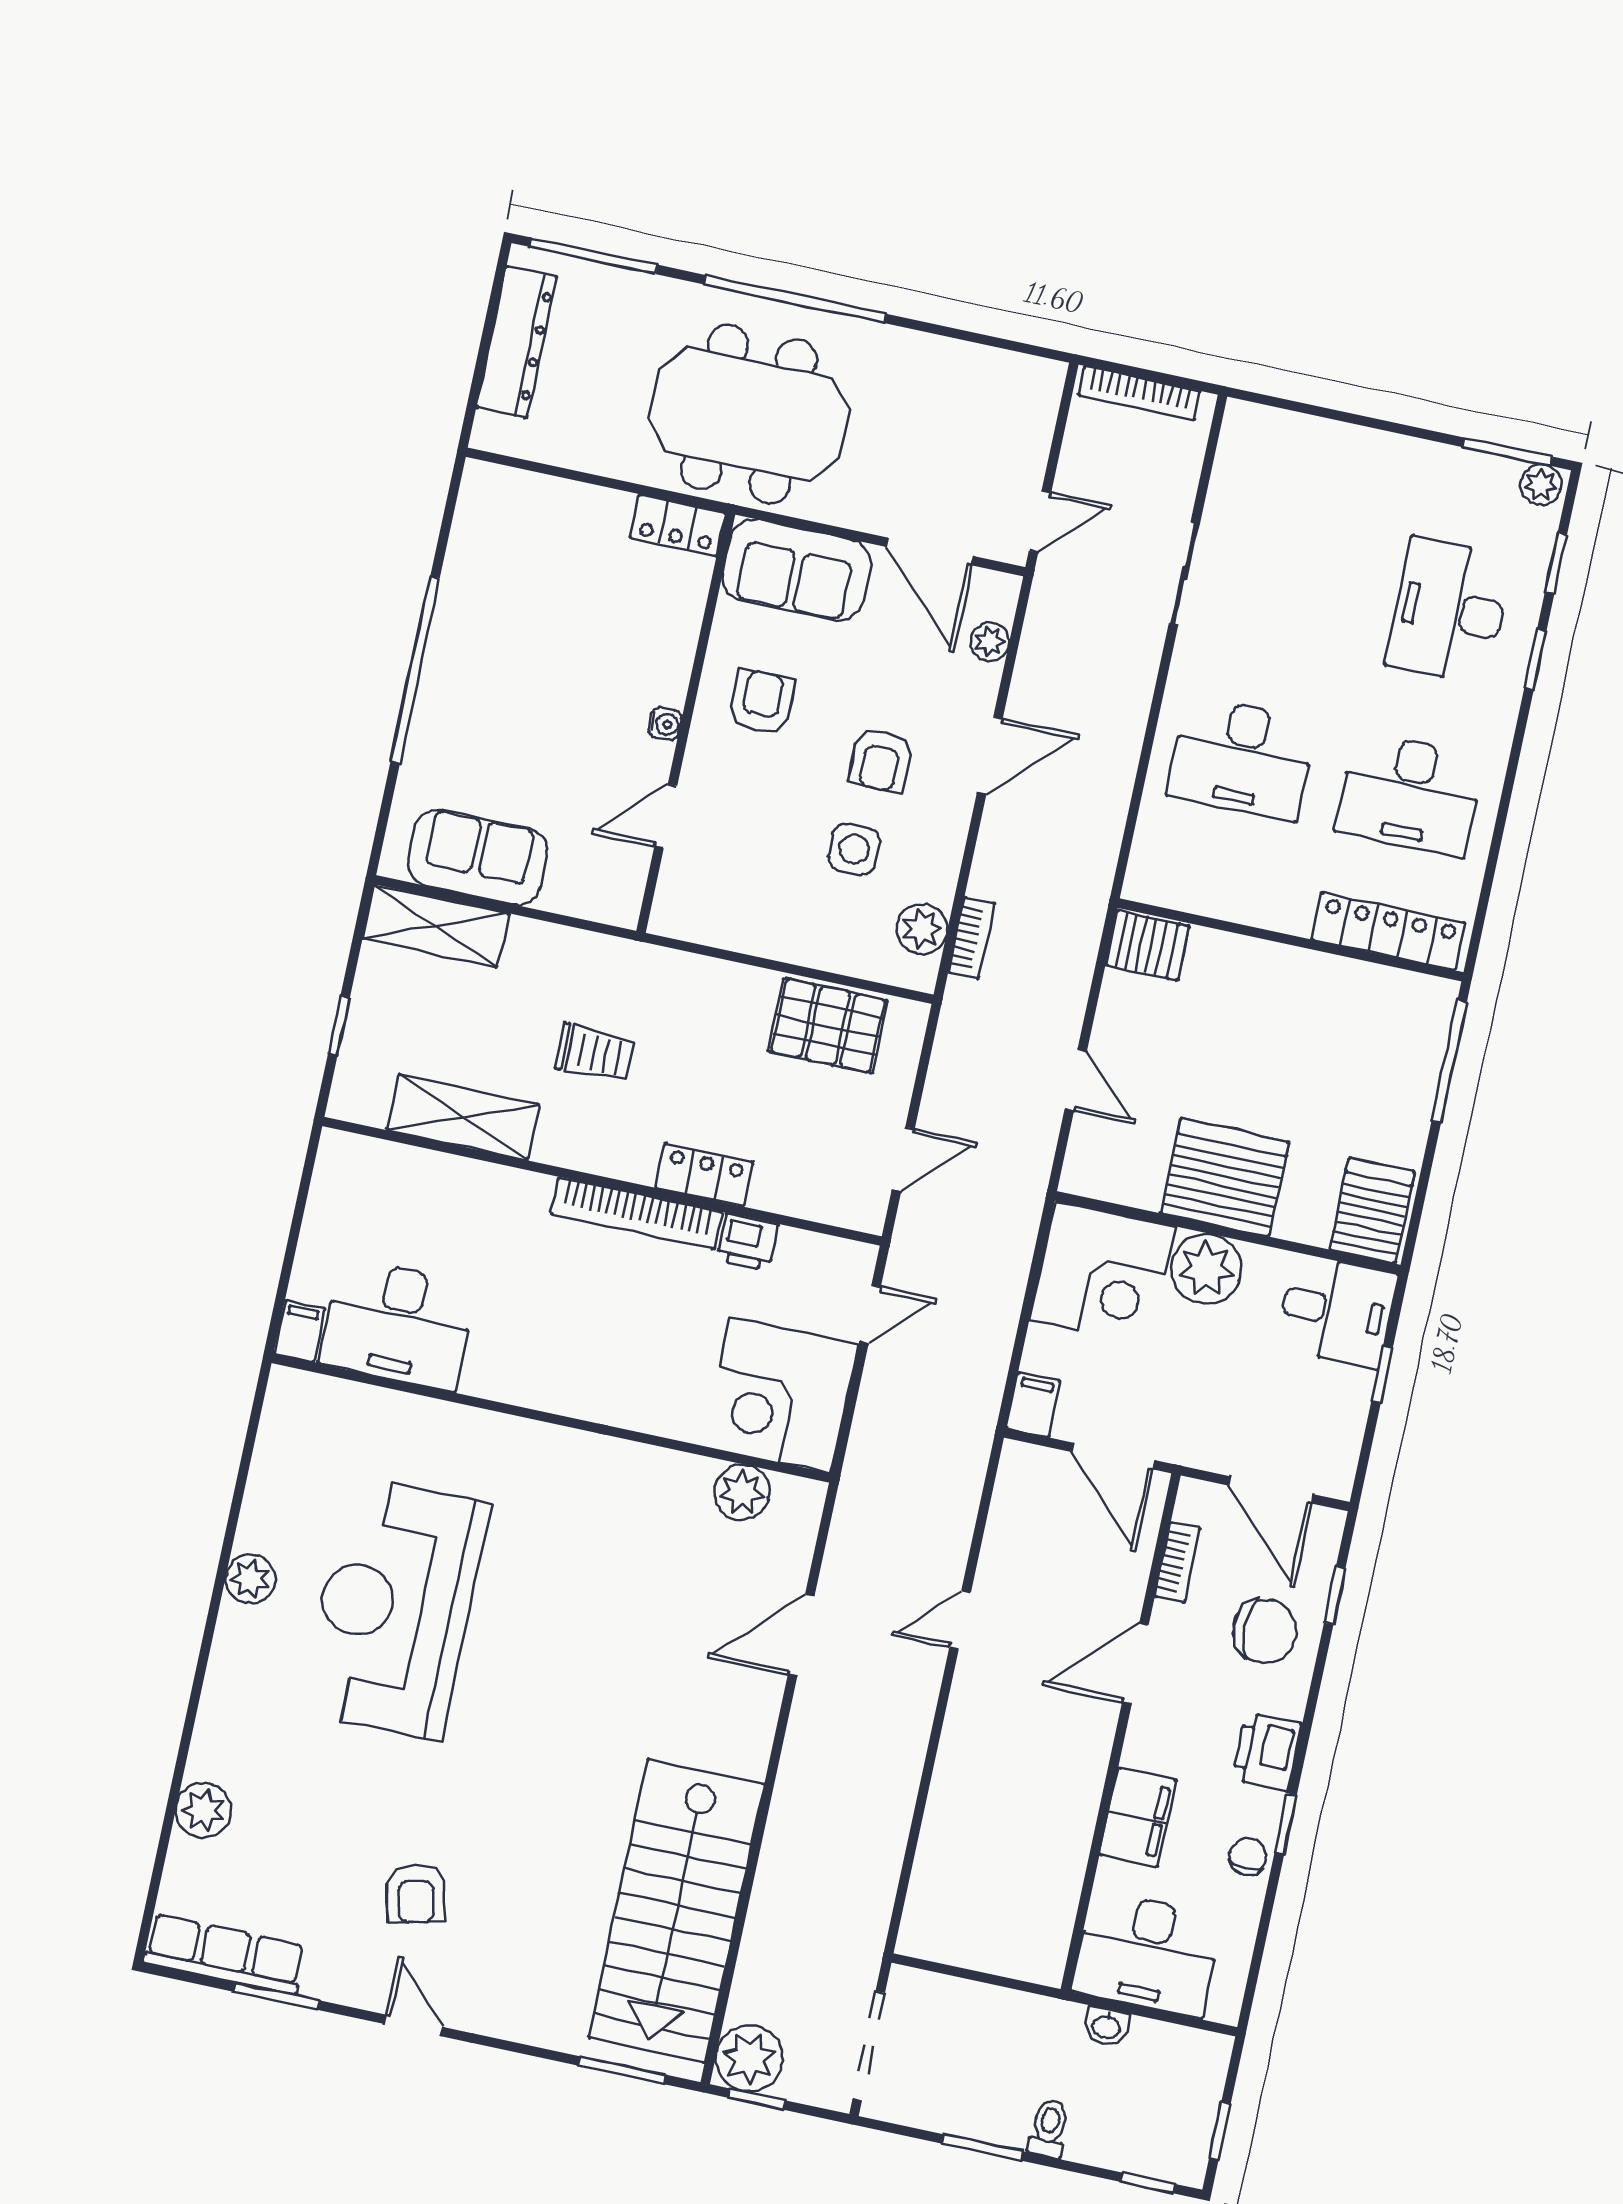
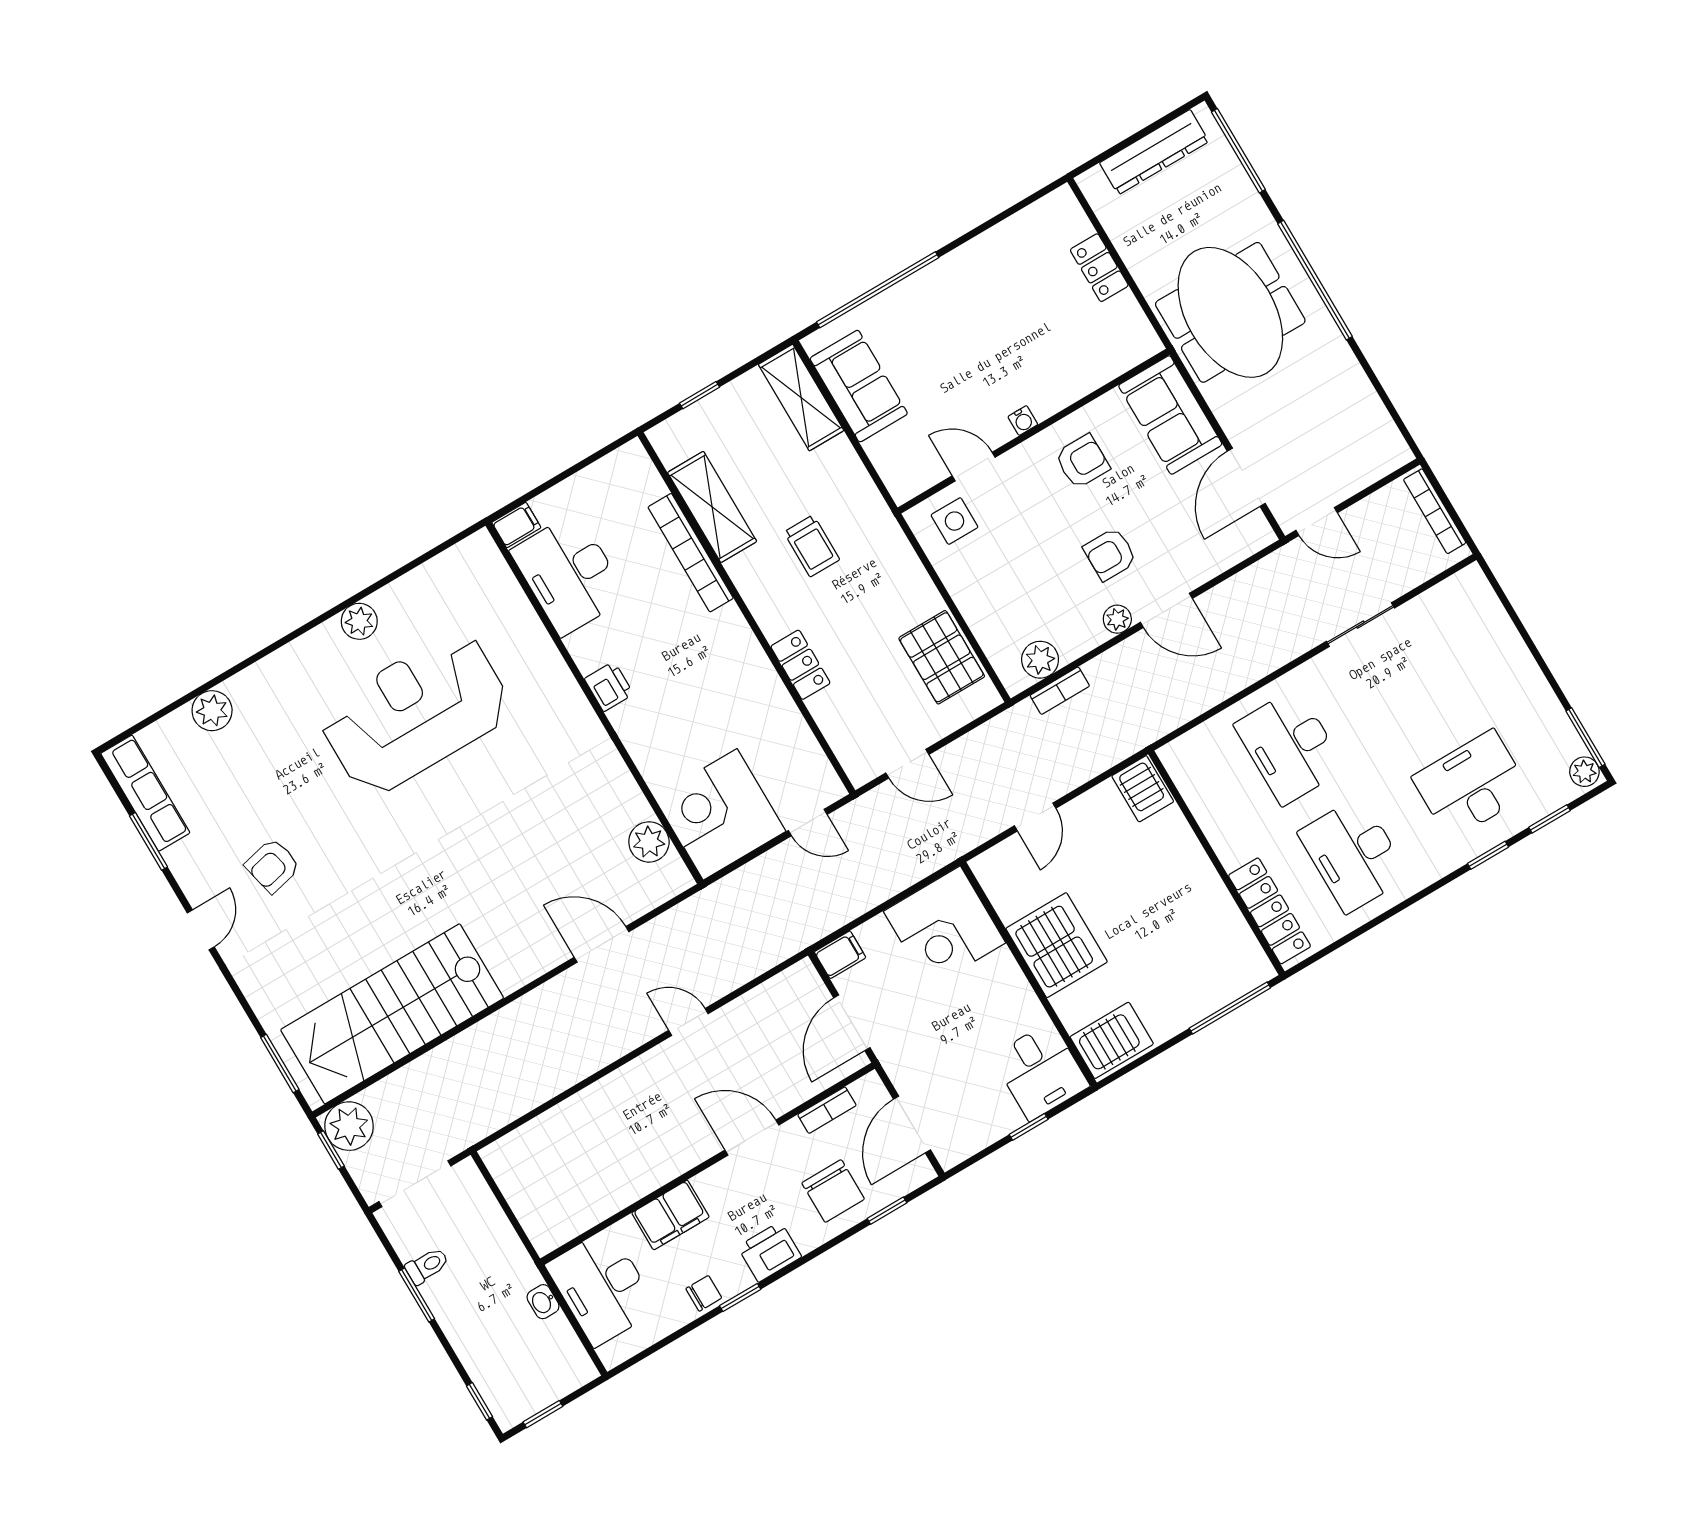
locker: (678, 525) -> (1099, 268), moved
plant: (990, 642) -> (1117, 619), moved
window: (415, 670) -> (878, 290), moved
side table: (854, 849) -> (955, 521), moved
bookcase: (637, 1213) -> (691, 553), moved
printer: (747, 1242) -> (609, 686), moved, turned 180
plant: (1206, 1269) -> (998, 980), removed
toilet: (1049, 2128) -> (427, 1266), moved

